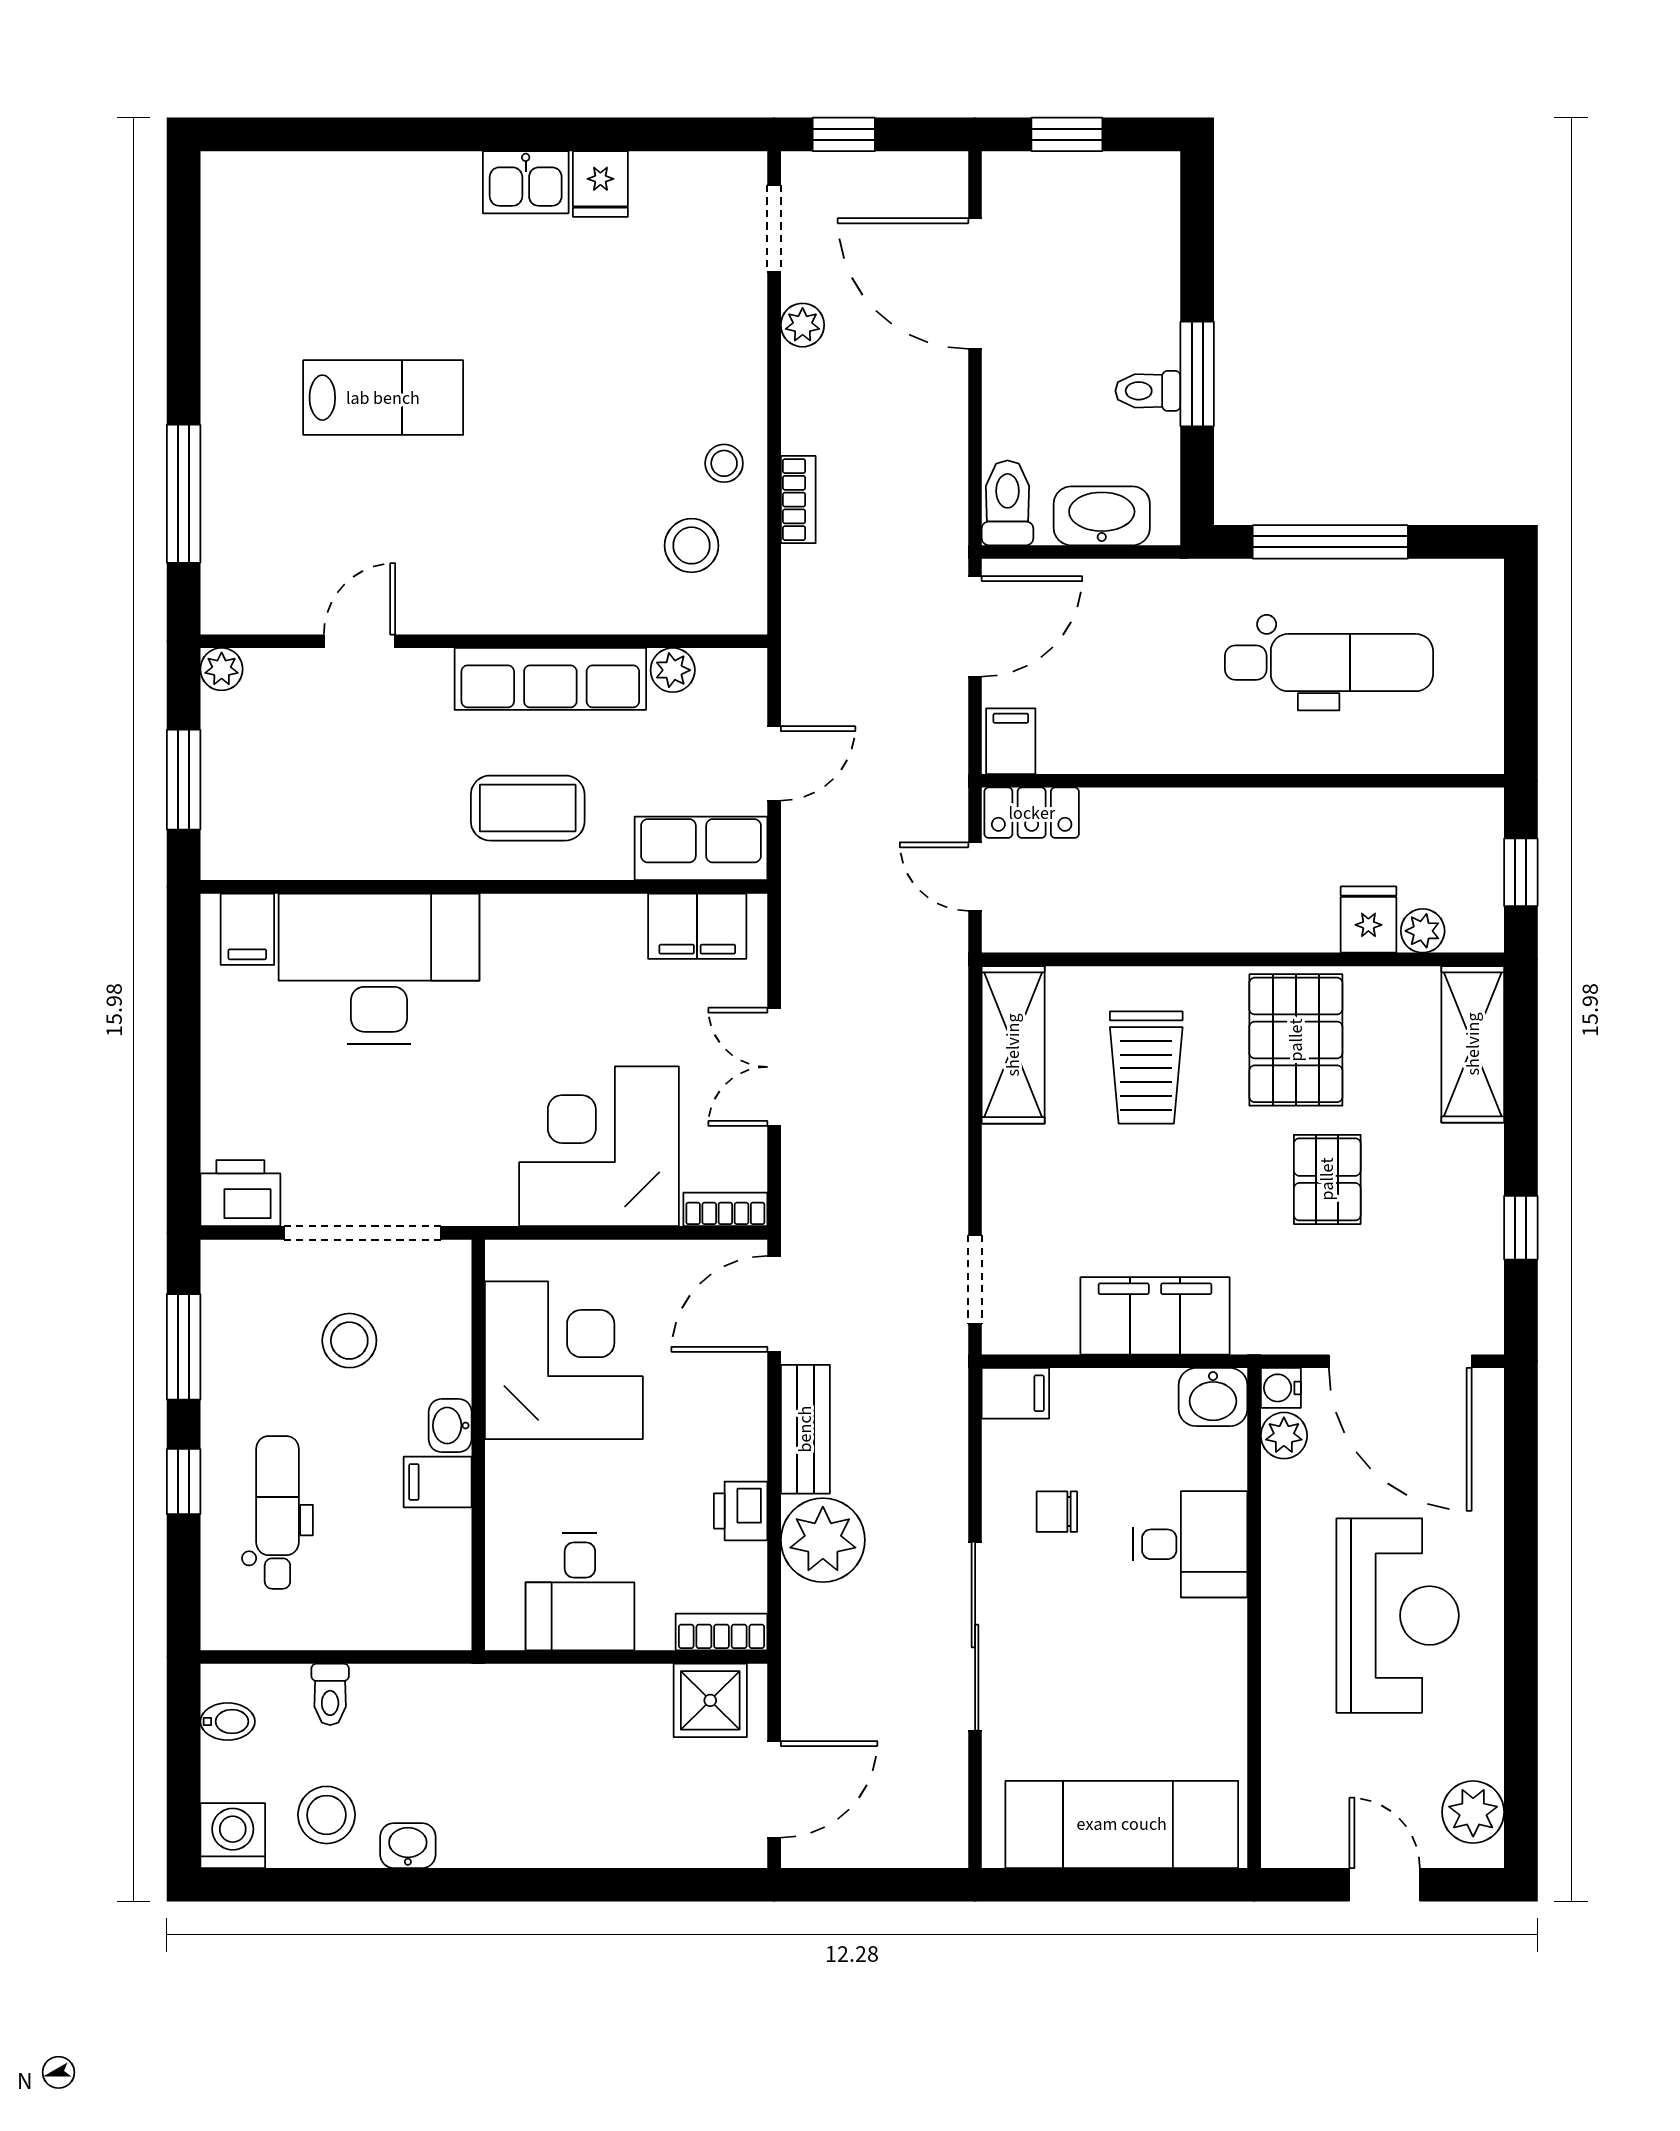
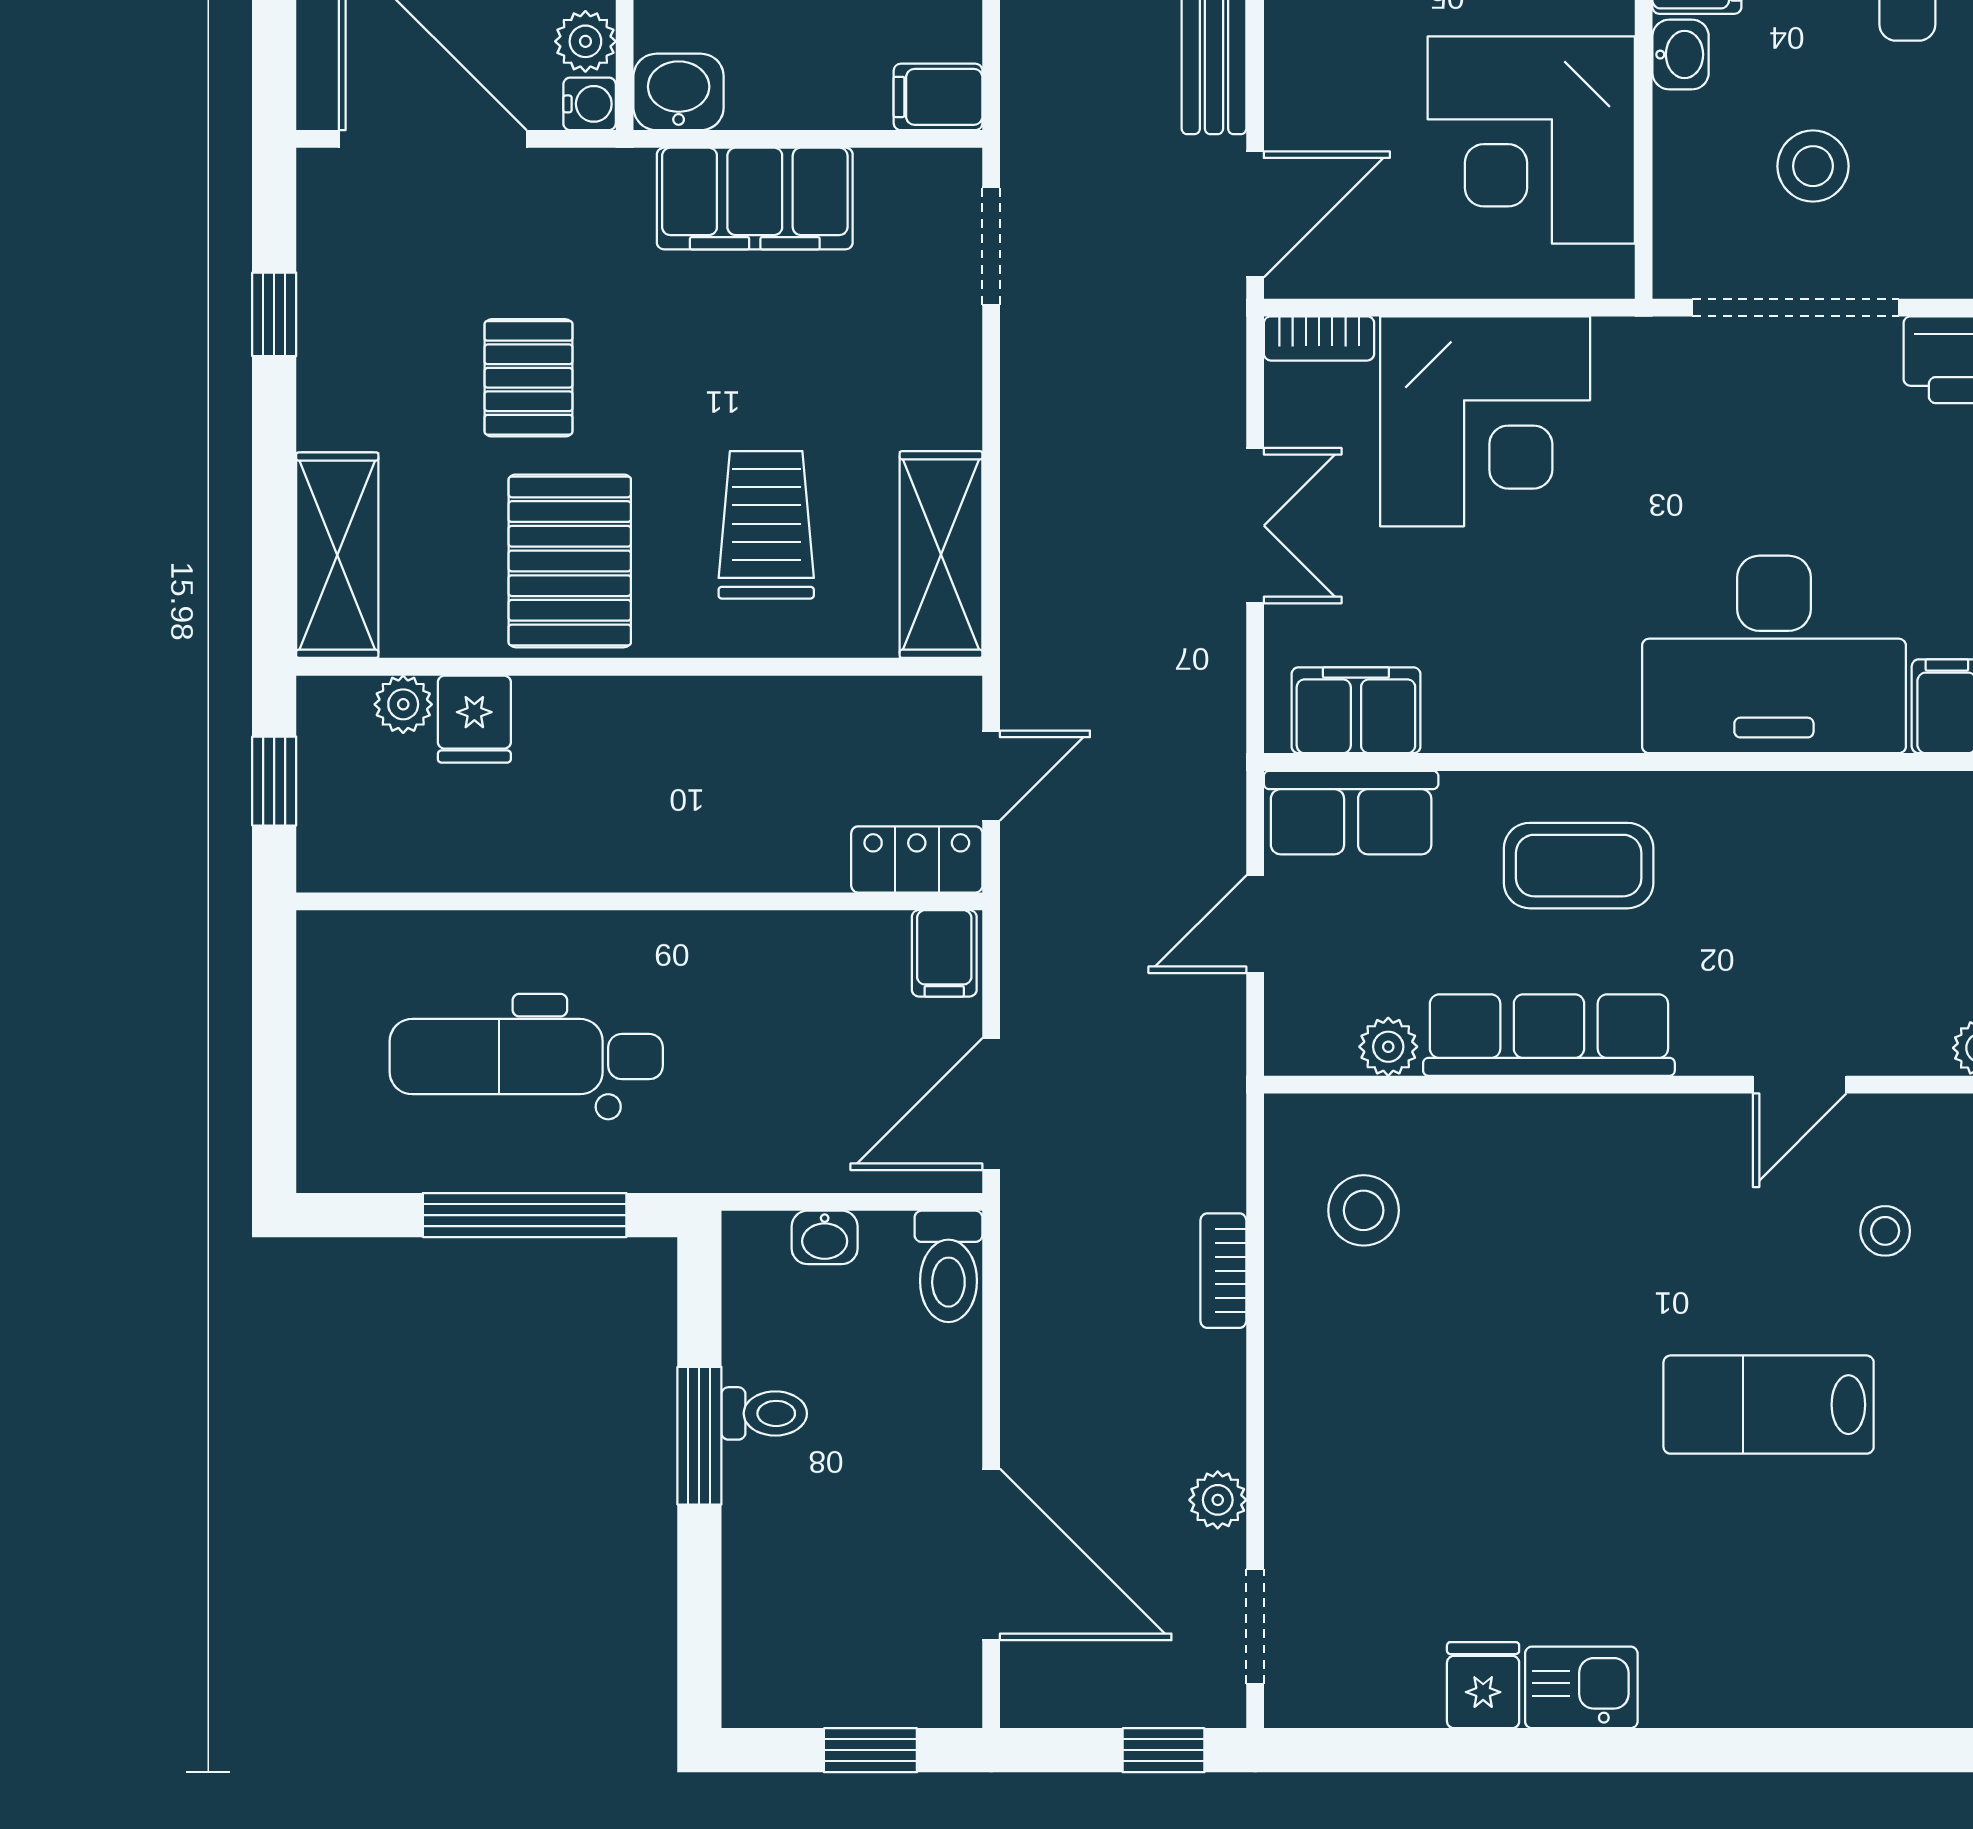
stool: (724, 463) -> (1885, 1231), moved
washbasin: (1102, 516) -> (825, 1237), width x0.52, depth x0.69
door: (975, 877) -> (991, 776), hinge flipped

